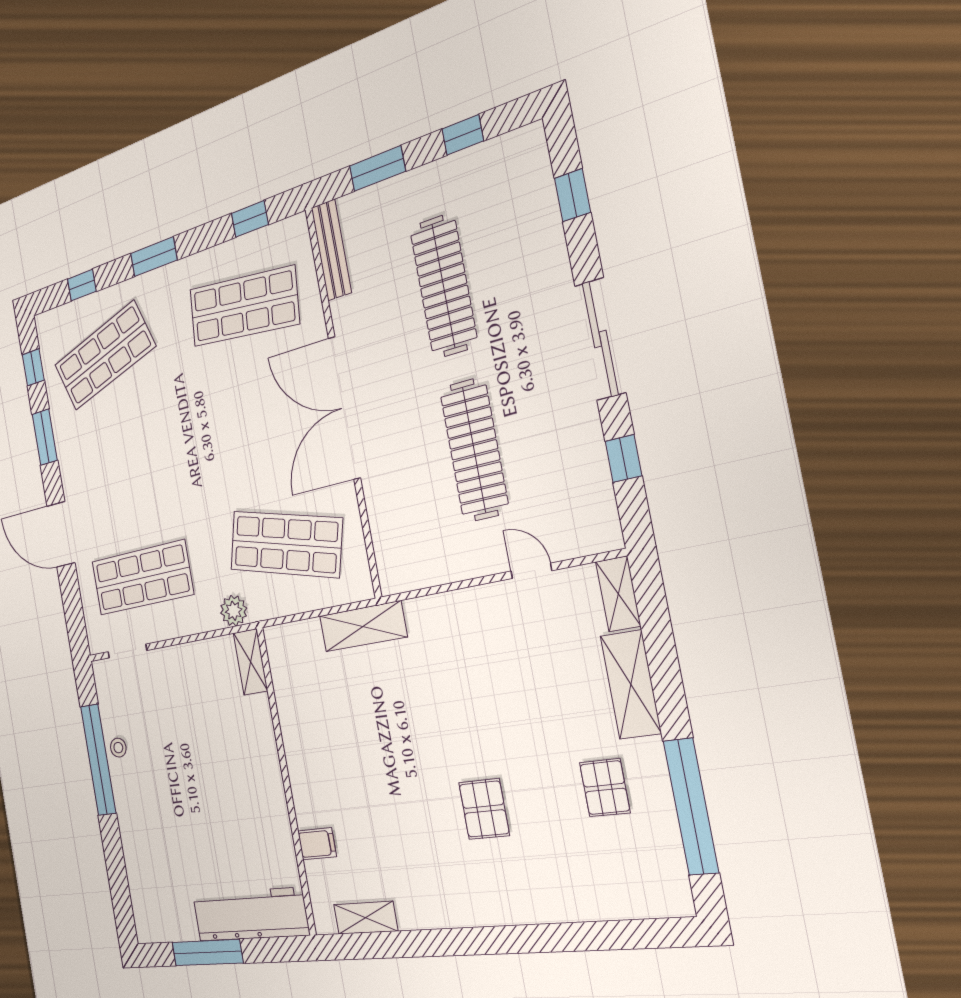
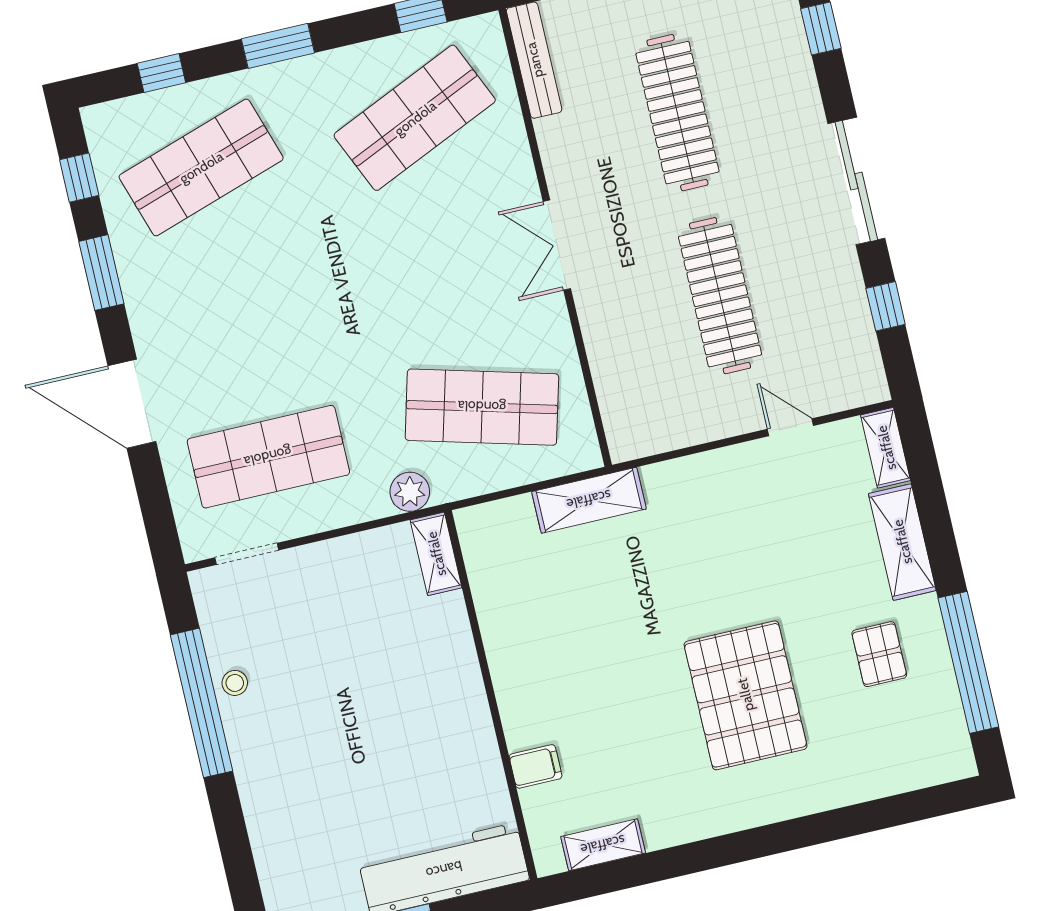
shop shelf: (244, 306) -> (415, 118), turned -30
double door: (344, 408) -> (557, 245), width x0.54
pallet: (484, 809) -> (745, 695), width x2.05, depth x2.00

